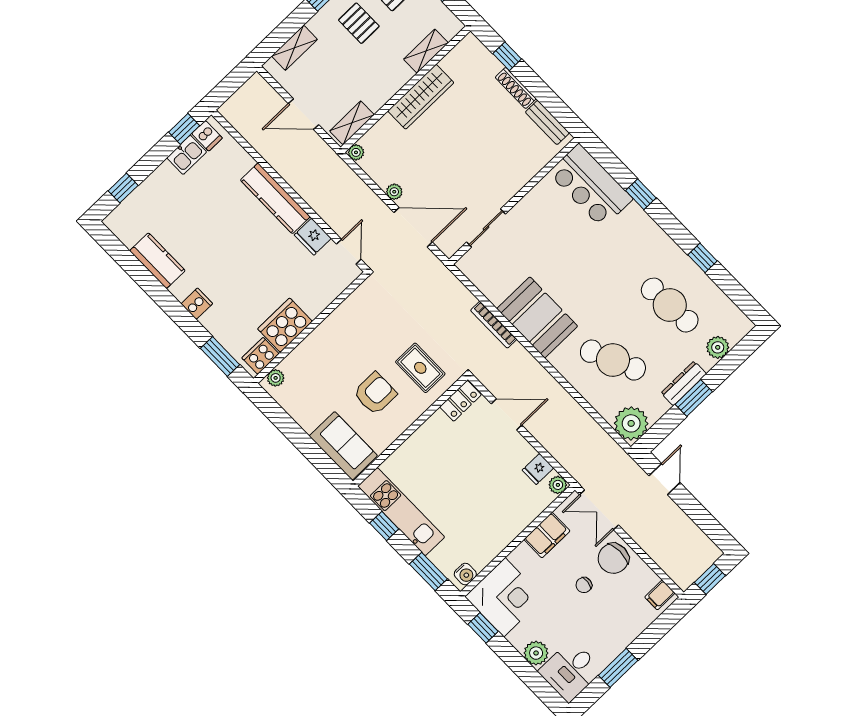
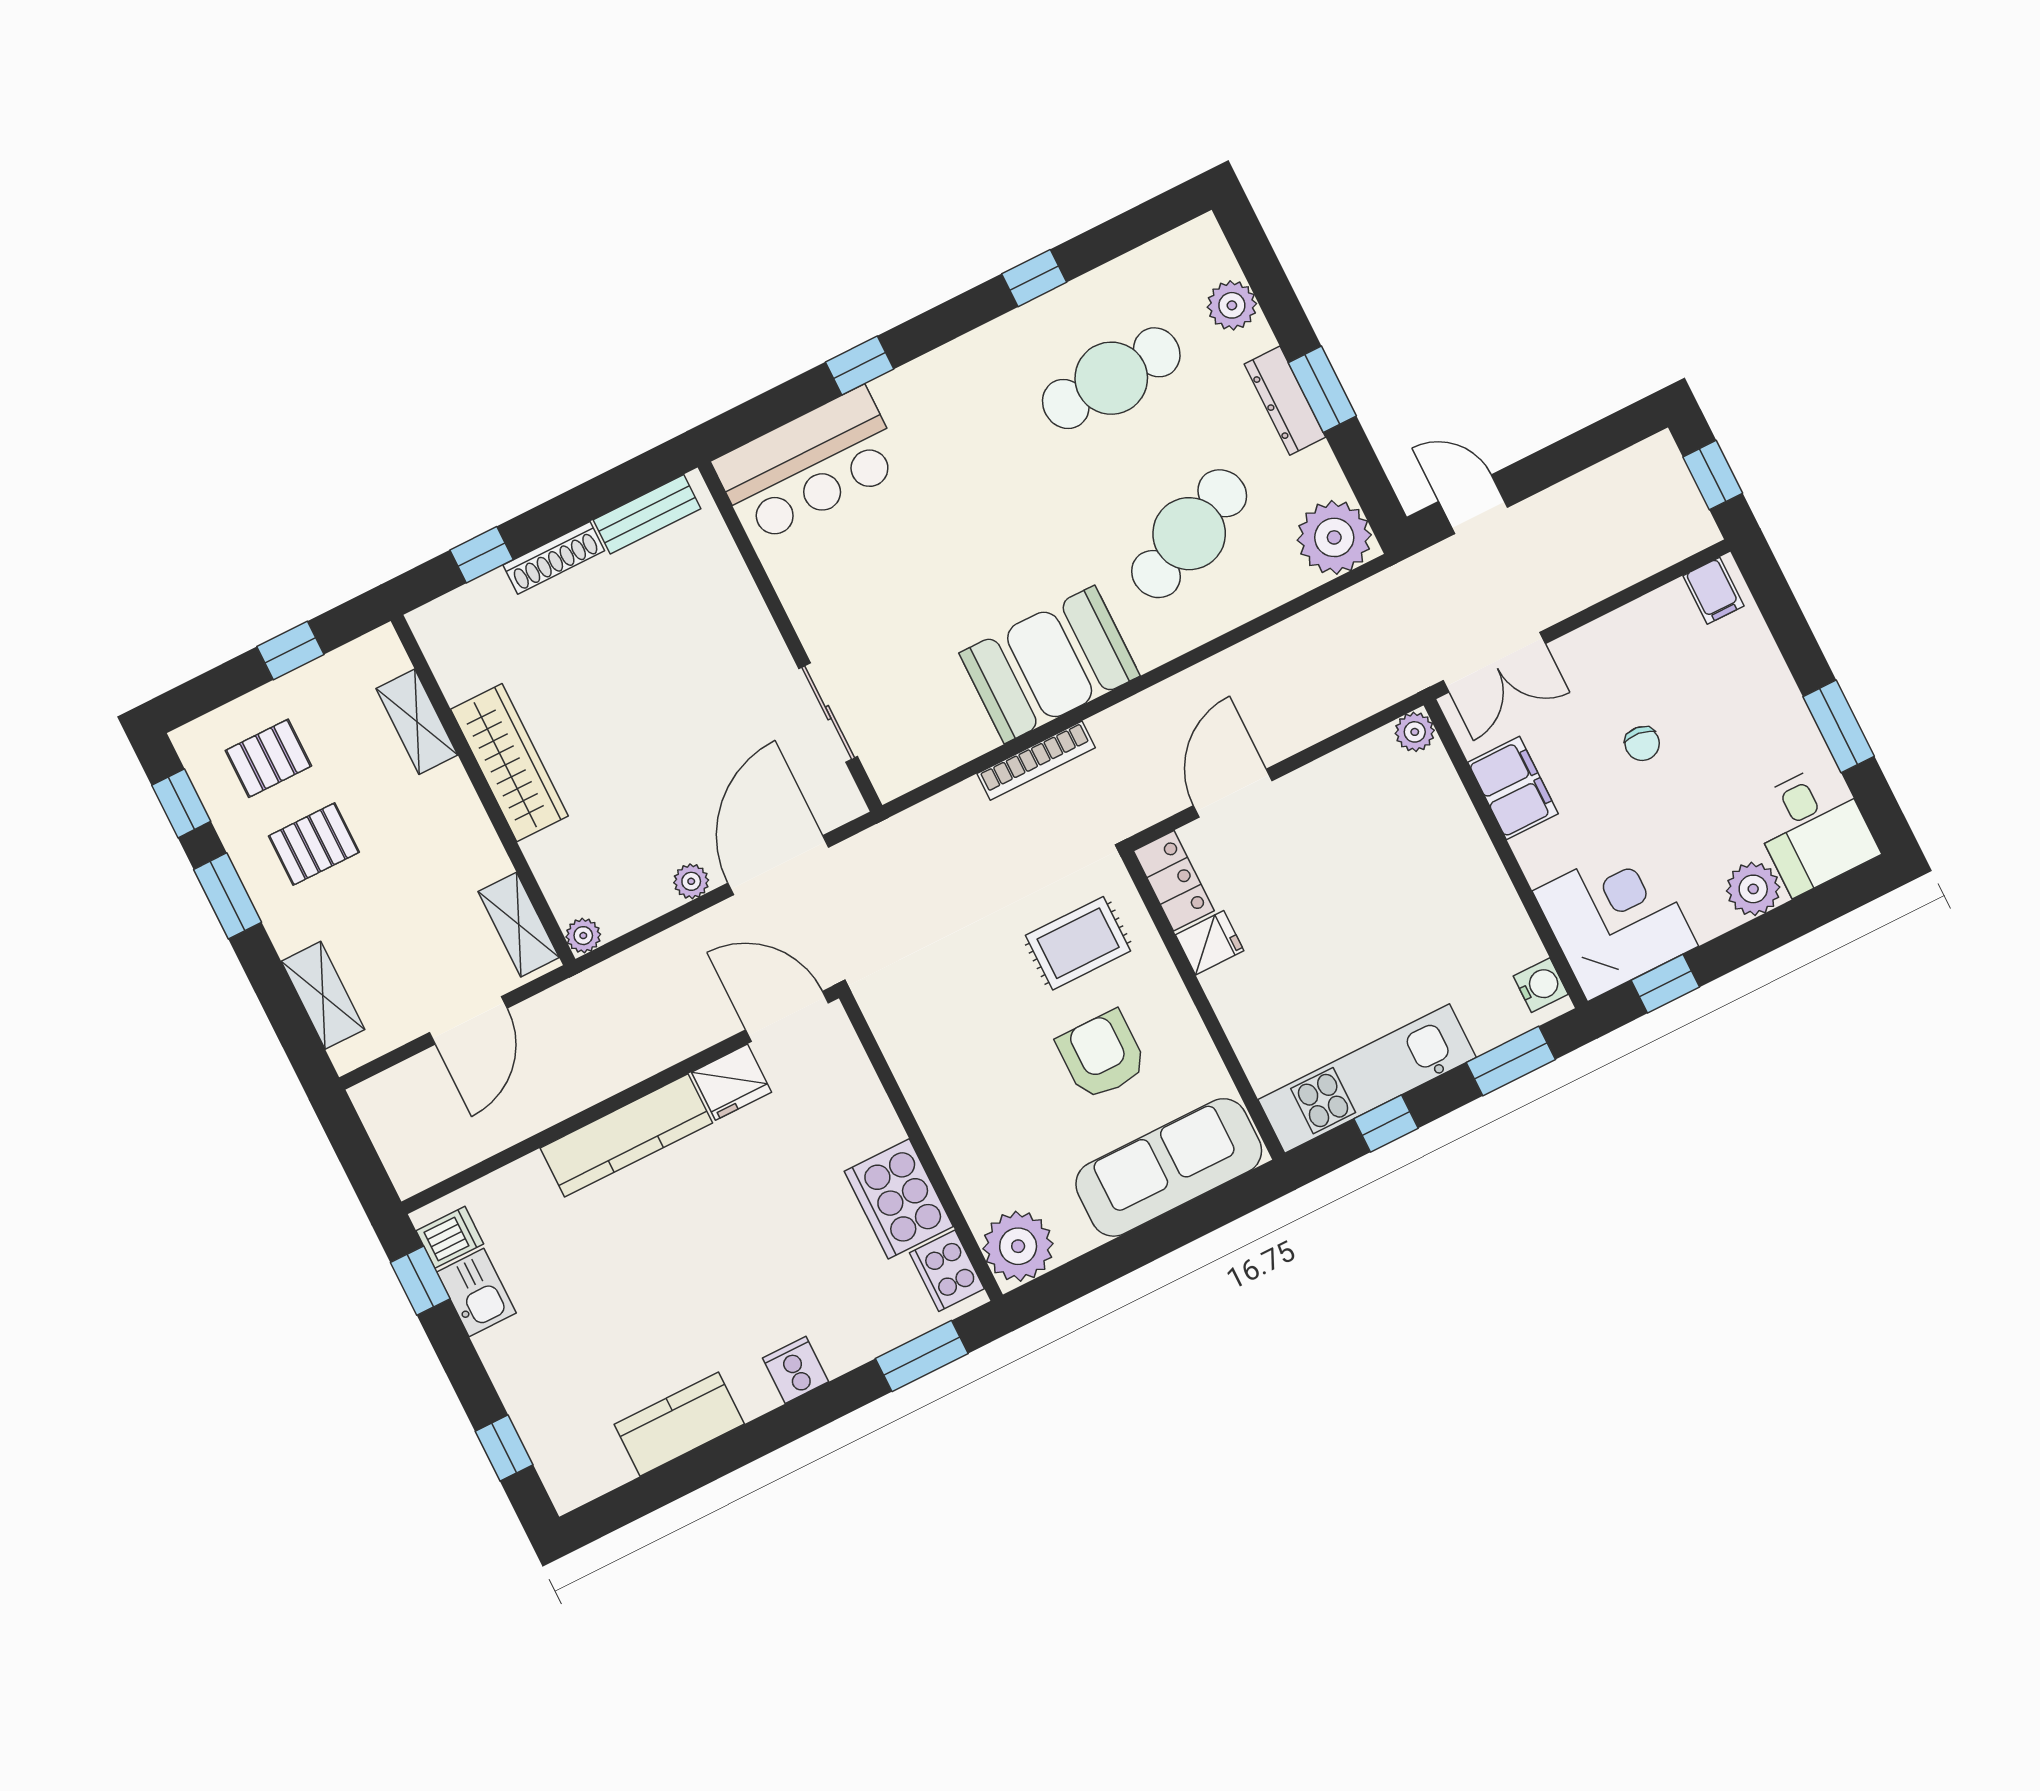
door: (349, 252) -> (787, 1016), width x1.38
plant: (276, 378) -> (1018, 1246), width x1.88, depth x1.88
sofa: (343, 446) -> (1169, 1167), width x1.36
fridge: (538, 469) -> (1210, 943), moved, turned -90
chair: (613, 558) -> (1606, 664), removed

